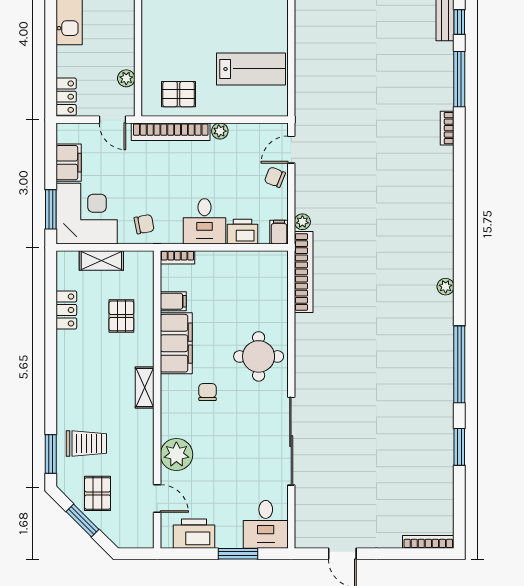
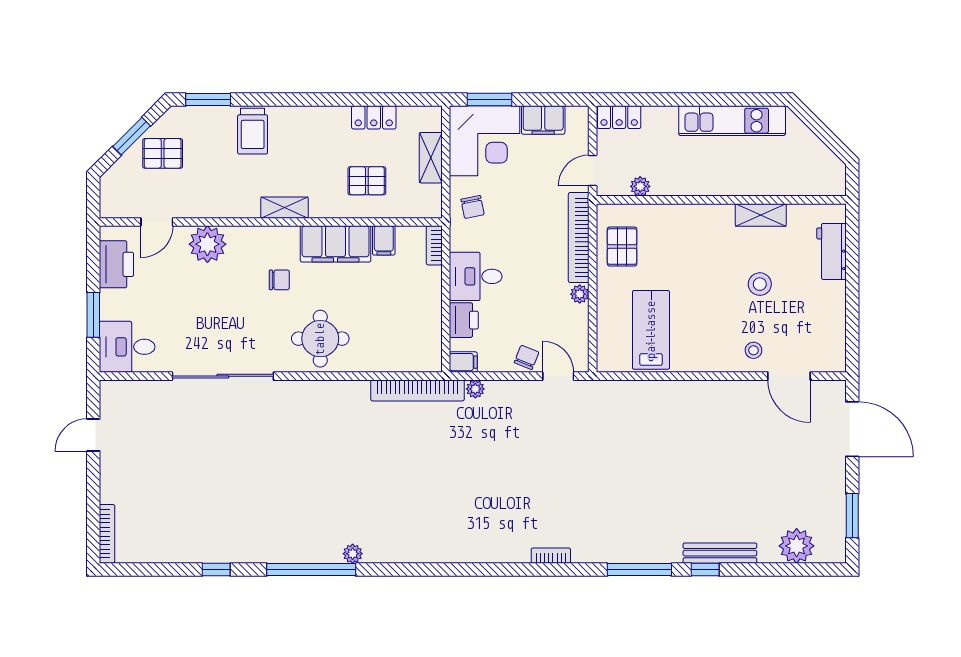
lab bench: (251, 69) -> (651, 330), turned 180
bookcase: (447, 128) -> (551, 556), moved
plant: (446, 287) -> (353, 554), moved
trolley: (86, 443) -> (253, 131), moved
window: (459, 447) -> (216, 570), width x0.67

